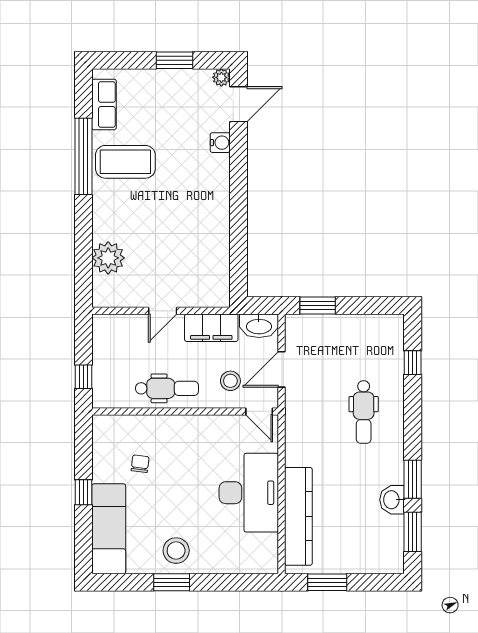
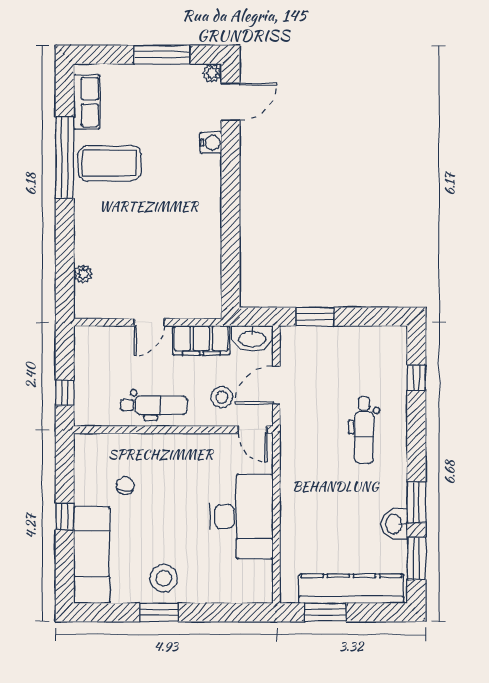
window: (174, 60) -> (162, 55), width x1.44
plant: (108, 258) -> (83, 274), width x0.53, depth x0.53
kitchen counter: (298, 516) -> (351, 589), moved, turned -90

